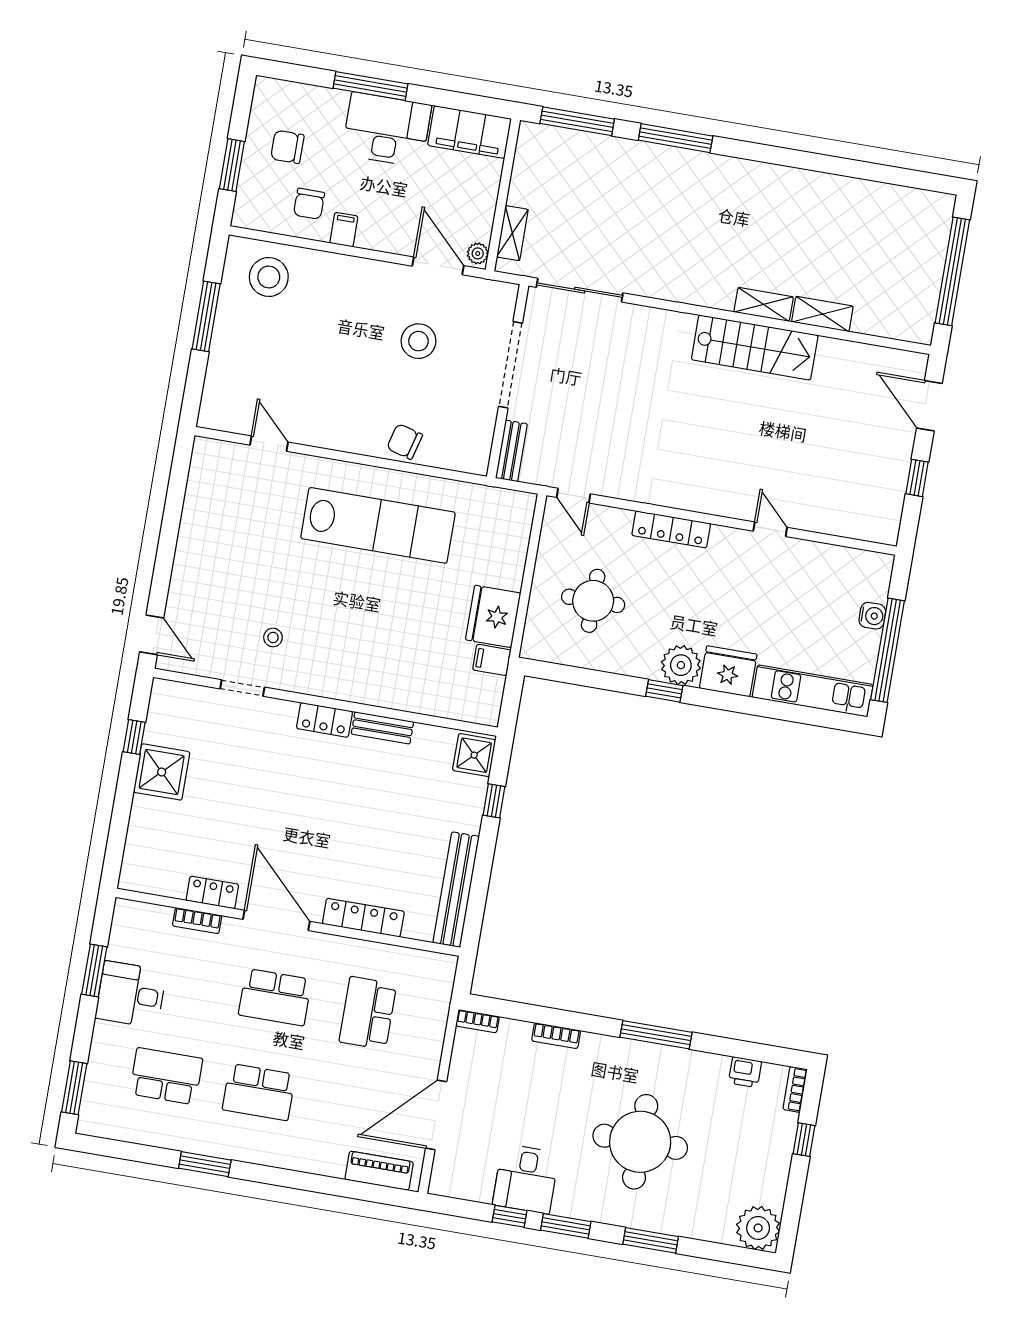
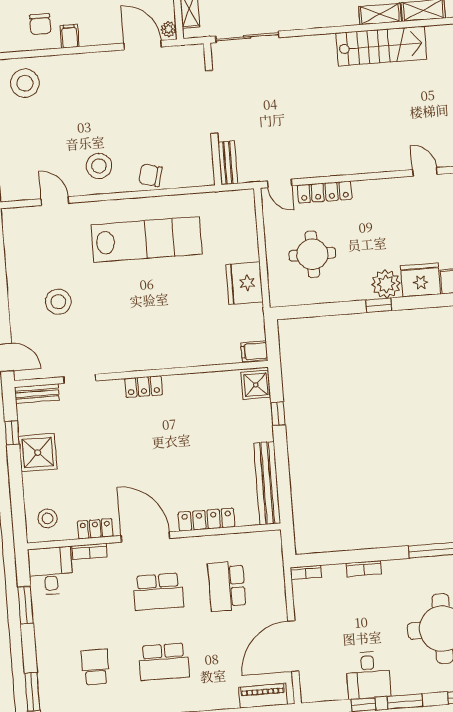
stool: (418, 341) -> (99, 166), moved
locker: (671, 529) -> (325, 192), moved
stool: (273, 637) -> (58, 302), moved, width x1.89, depth x1.89
filing cabinet: (492, 660) -> (254, 351), moved
bench: (382, 728) -> (37, 394), moved
stool: (153, 863) -> (48, 518), added
desk: (131, 994) -> (50, 571), moved, turned 90
school desk: (166, 1076) -> (95, 667), width x0.54

